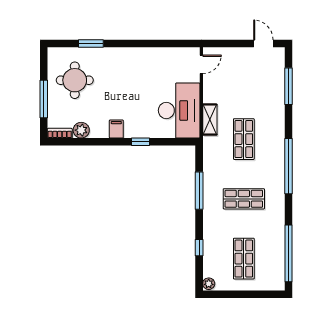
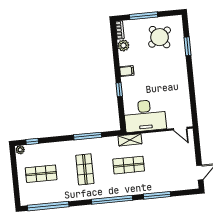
round table: (75, 80) -> (160, 37), turned -37
window: (289, 86) -> (157, 195), moved
shelving: (210, 120) -> (130, 140), moved
window: (199, 248) -> (32, 141), moved

